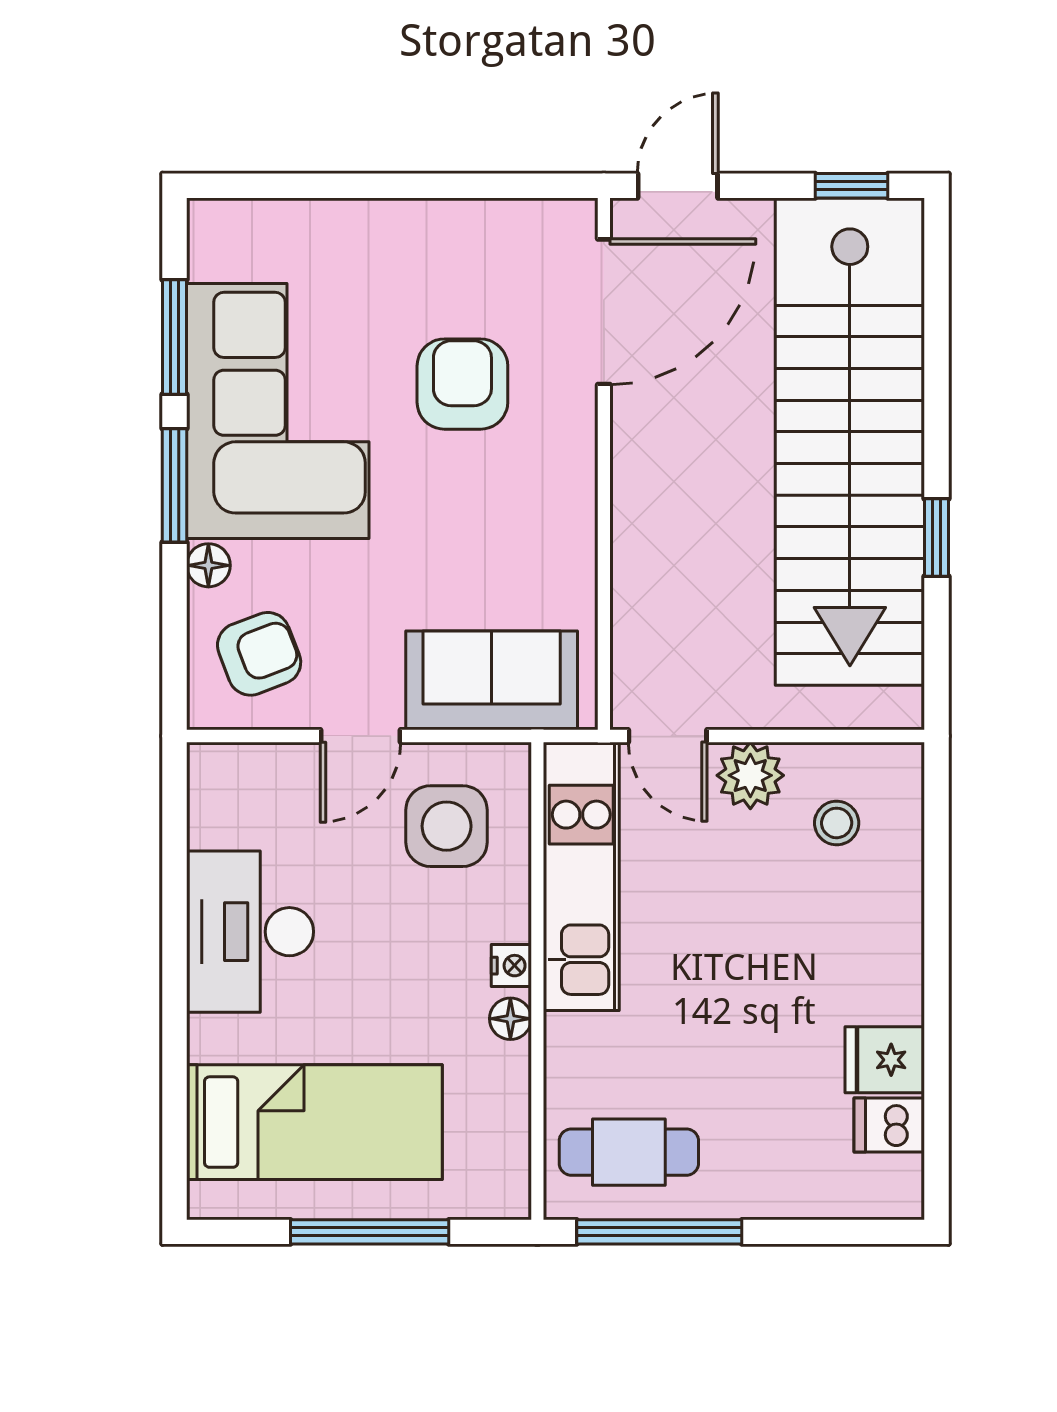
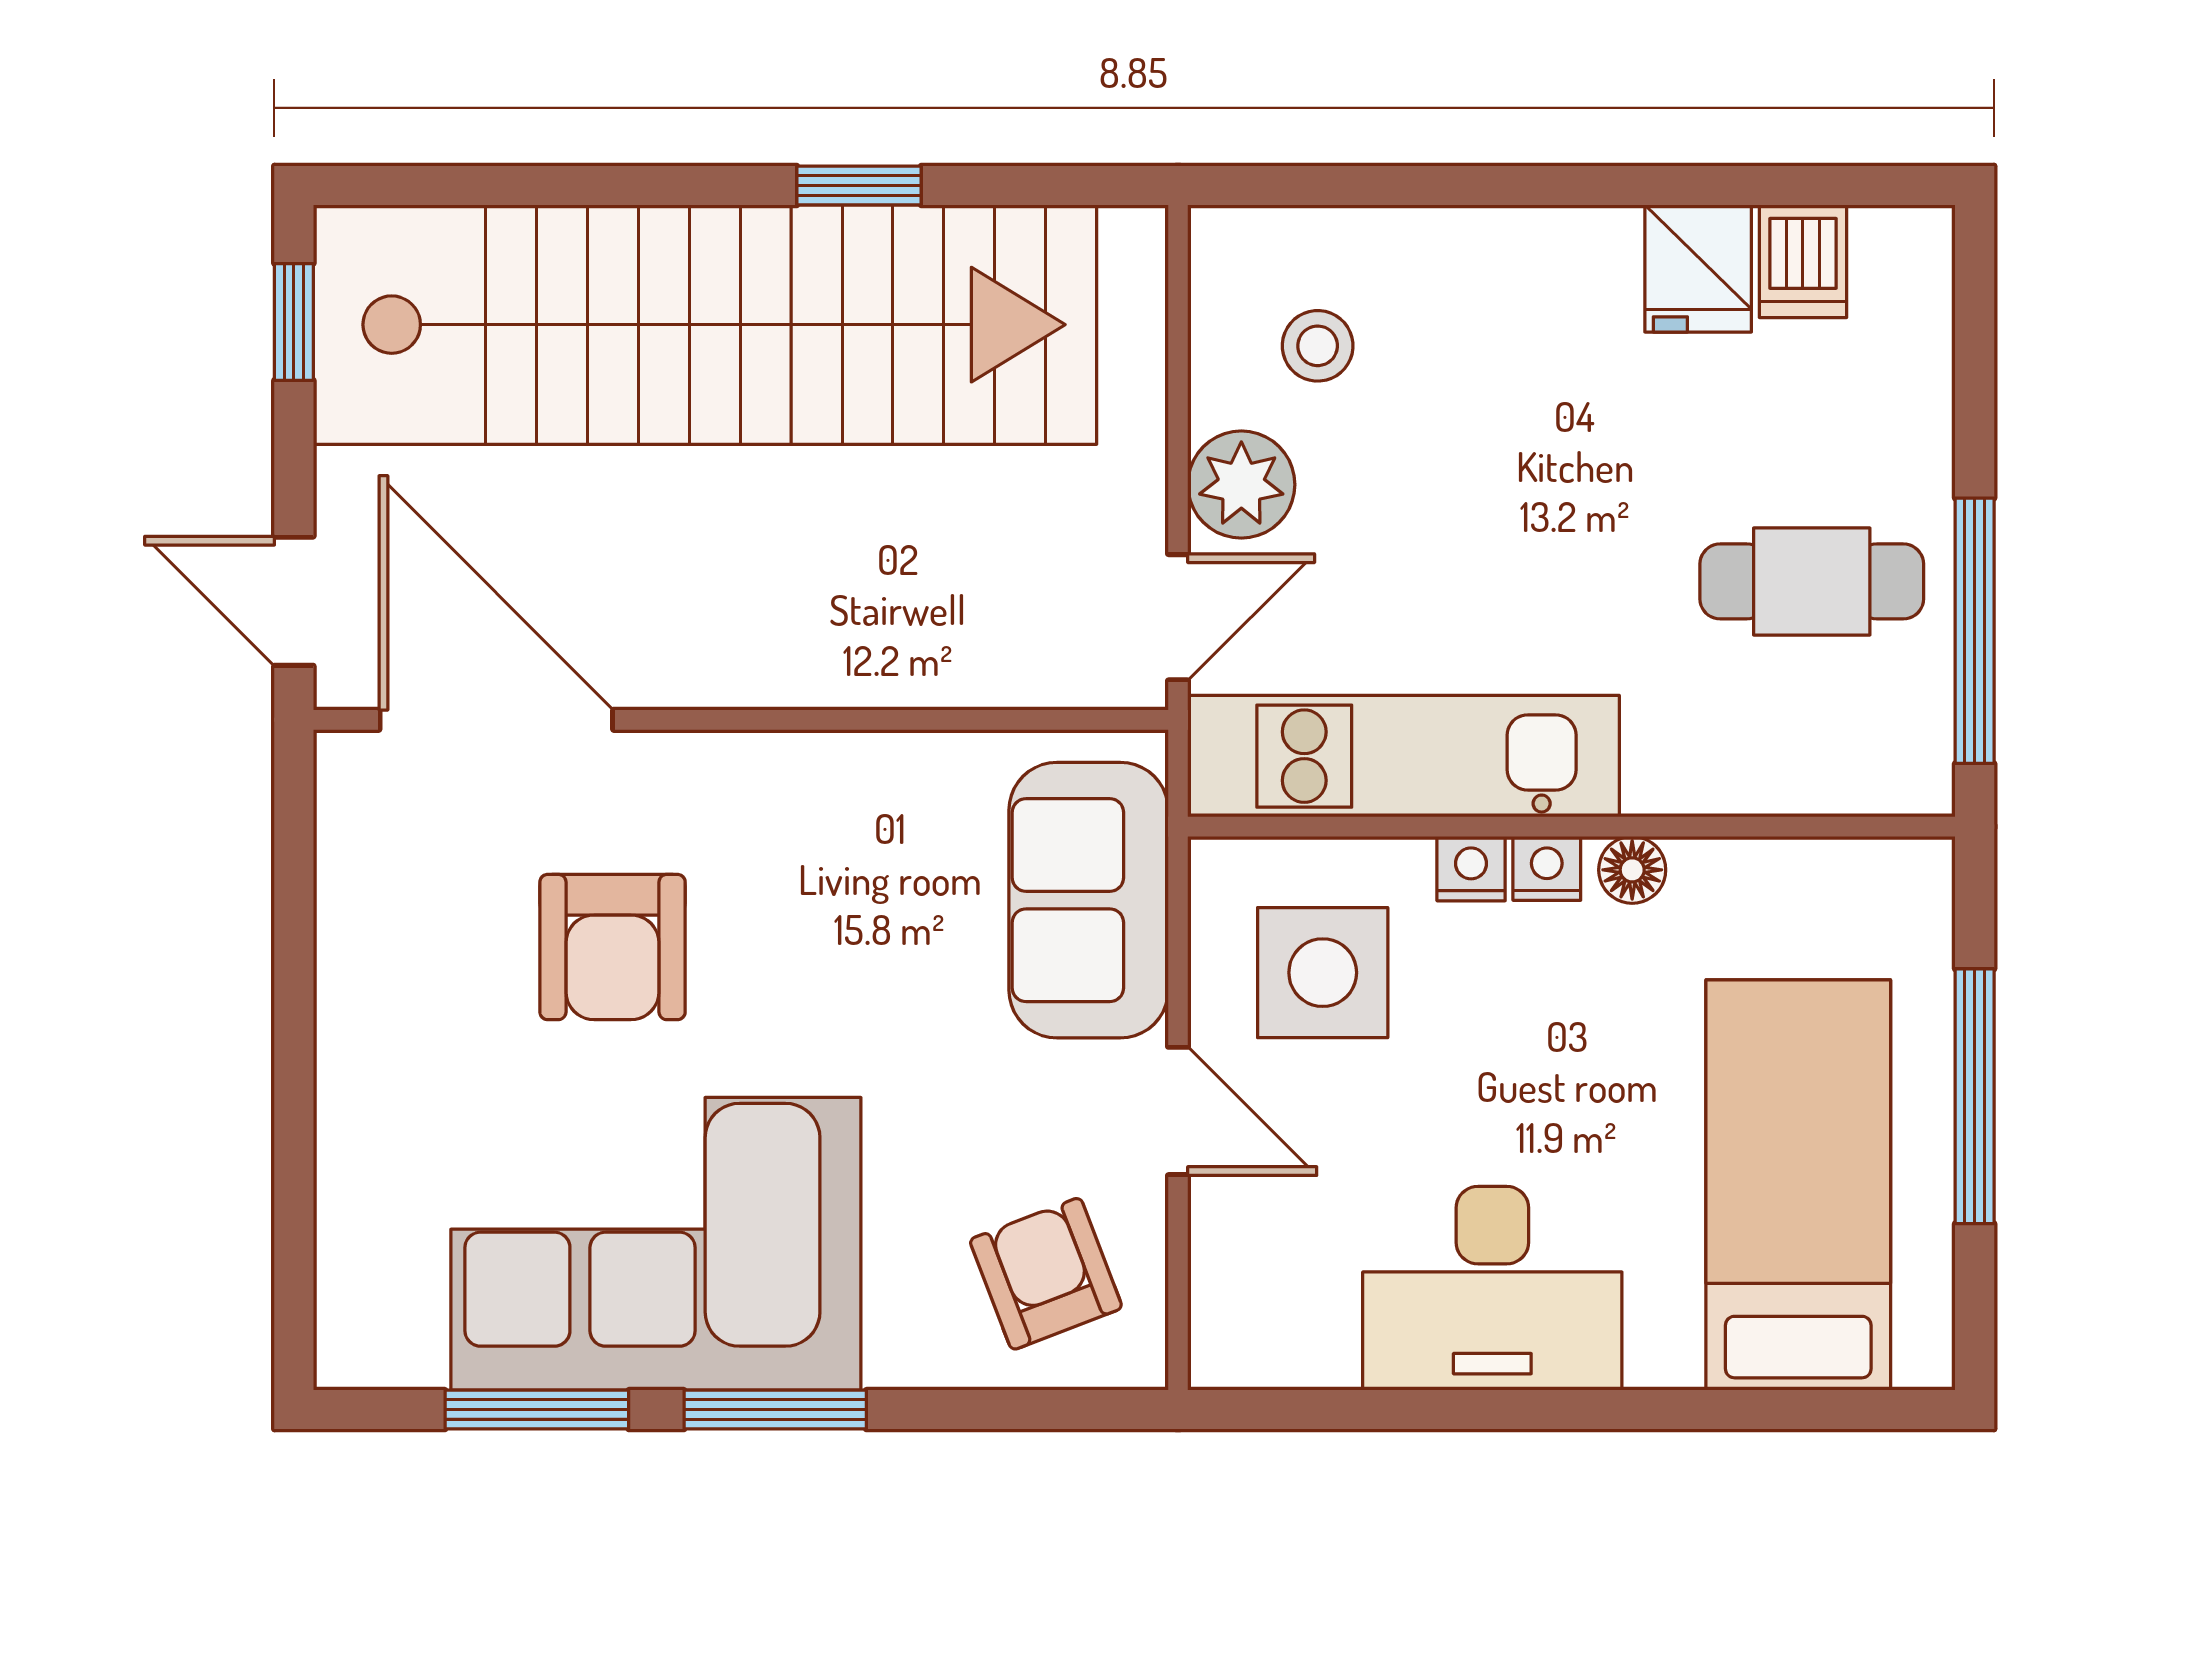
armchair: (462, 384) -> (613, 947), turned -90
floor lamp: (208, 565) -> (904, 1355), removed
nightstand: (511, 918) -> (1471, 869), added
cafe table: (629, 1152) -> (1812, 581), moved, turned 90

